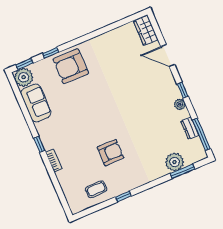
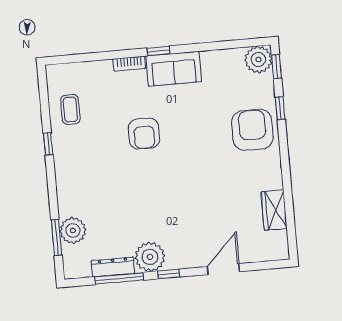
wardrobe: (146, 30) -> (274, 210), moved, turned -90
sofa: (36, 103) -> (174, 69), moved
plant: (180, 104) -> (150, 257), width x1.88, depth x1.88
dresser: (190, 128) -> (113, 267), width x1.44
window: (201, 134) -> (119, 278), moved
armchair: (110, 153) -> (144, 134), moved

